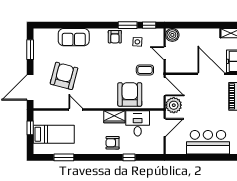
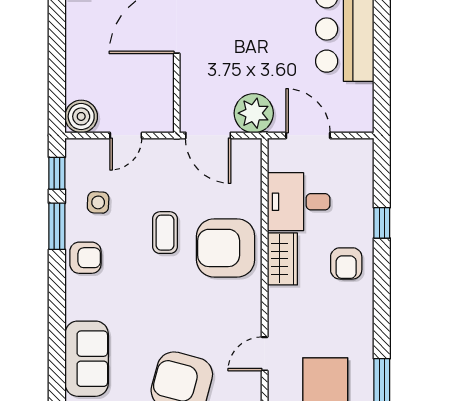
coffee table: (145, 70) -> (165, 233), moved
door: (165, 87) -> (208, 135), swing flipped
armchair: (130, 94) -> (226, 248), moved

